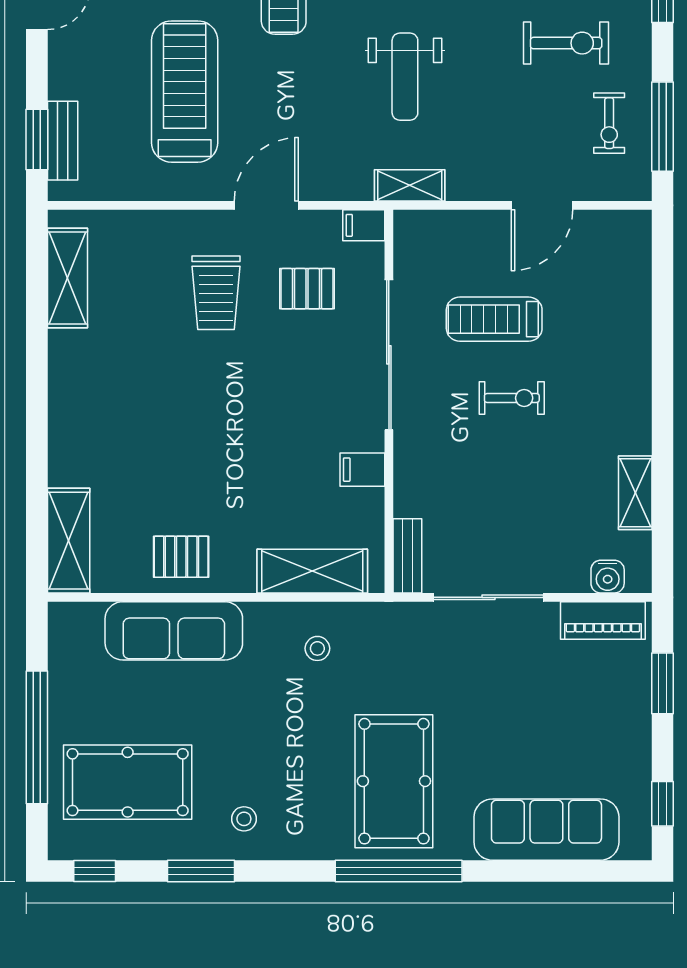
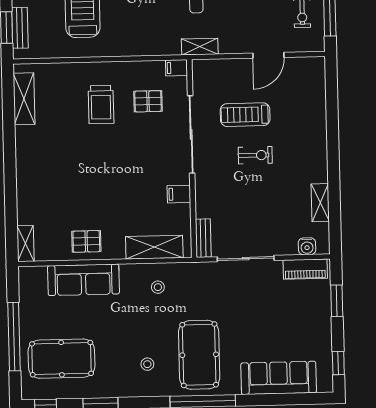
door: (266, 205) -> (126, 59), removed
shelving: (69, 541) -> (25, 244), width x0.67, depth x0.75
stool: (244, 819) -> (147, 364), moved

